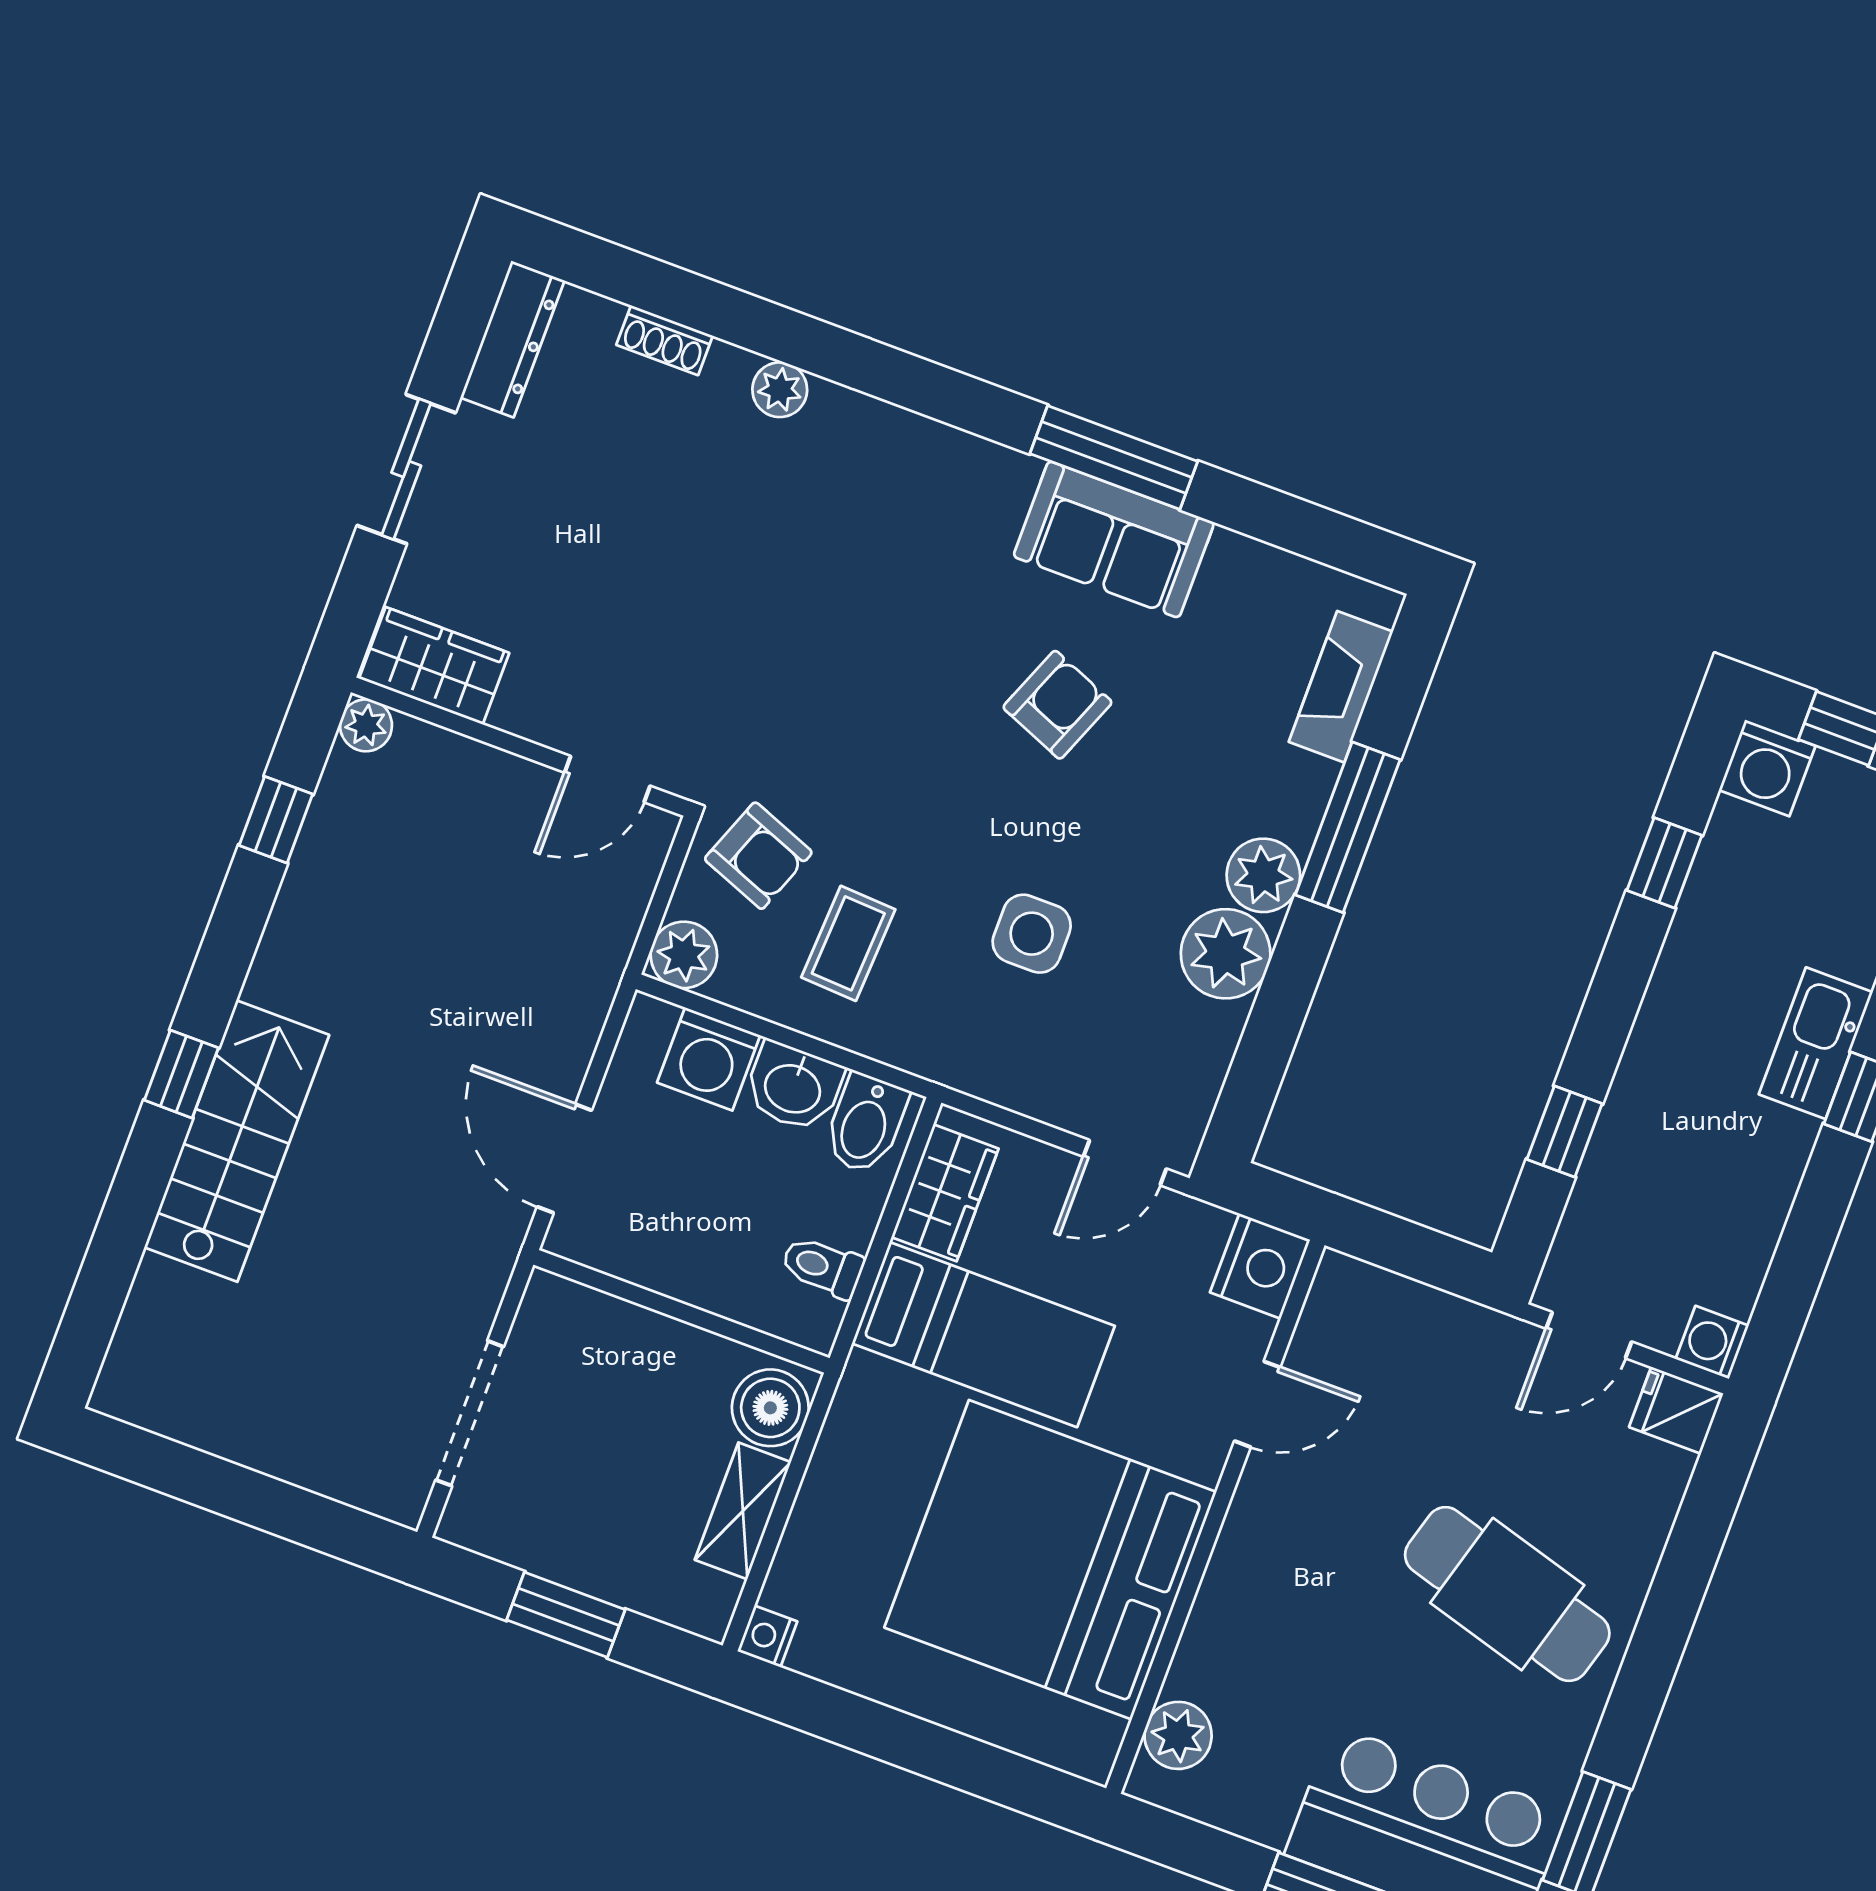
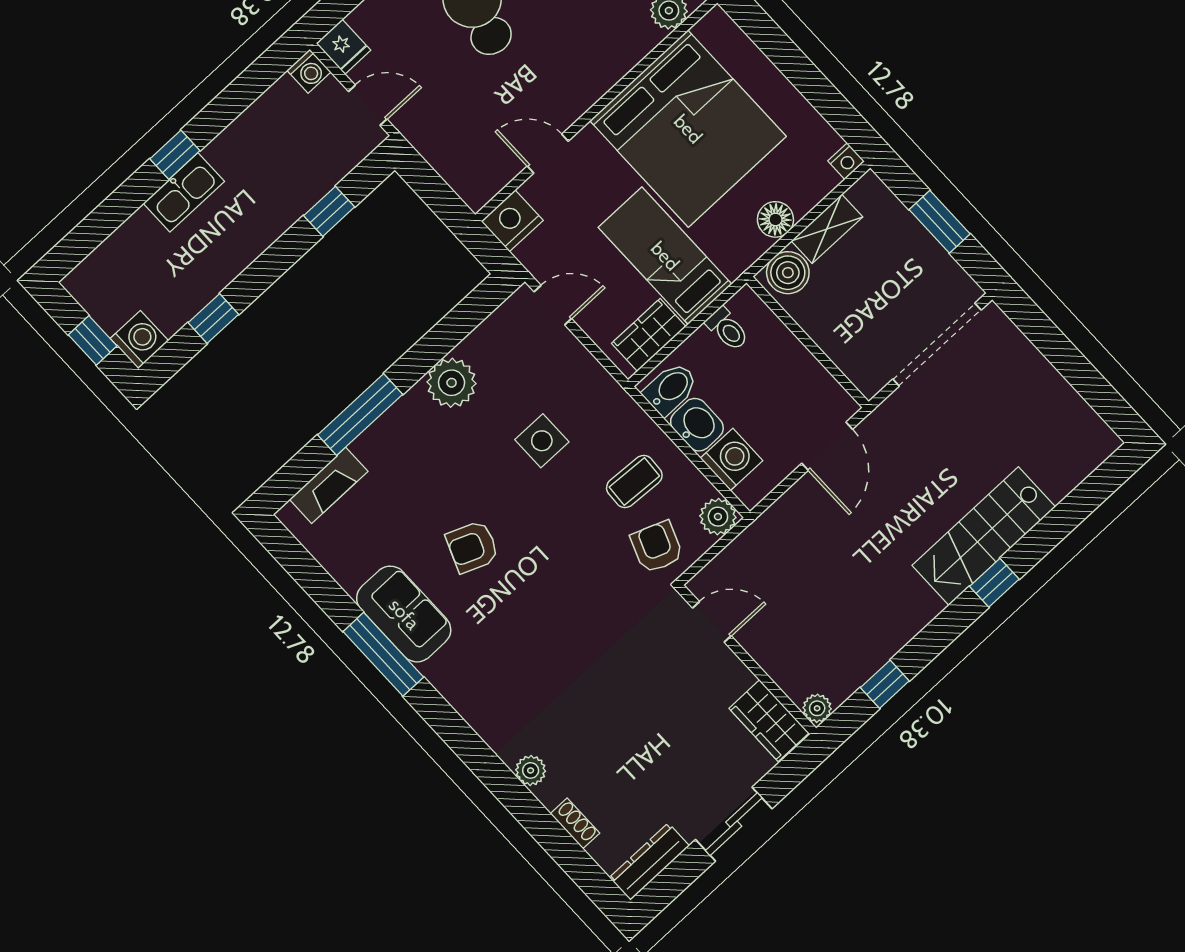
plant: (1263, 875) -> (414, 412), removed
doorway: (470, 1413) -> (937, 345), width x1.36
floor lamp: (834, 1484) -> (775, 219), added

